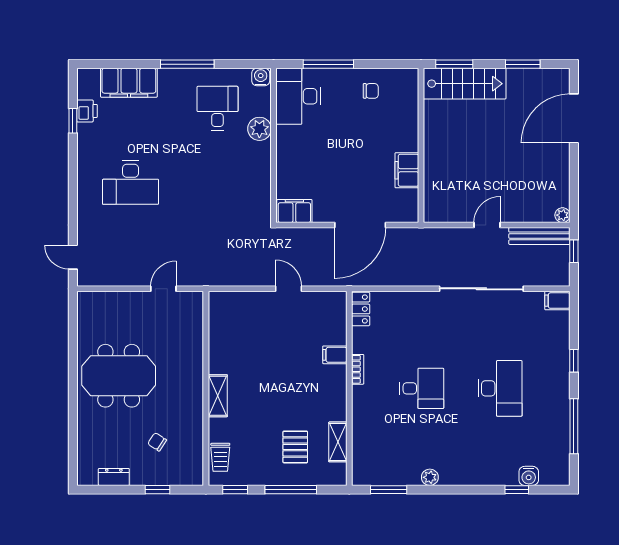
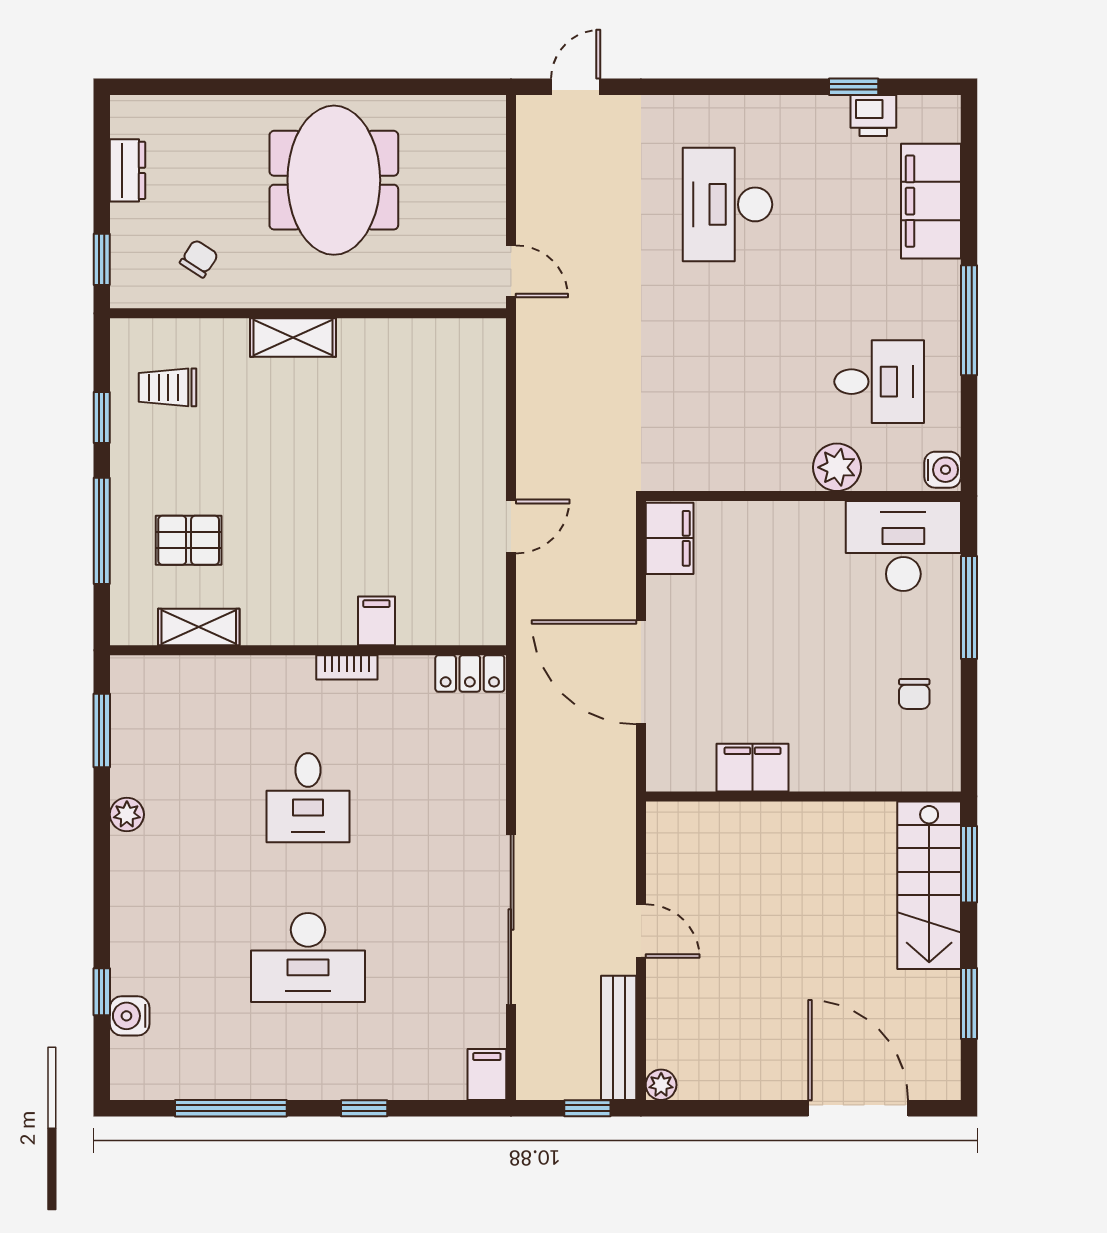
wall: (206, 388) -> (308, 313), moved
shelving: (218, 396) -> (293, 338), moved

